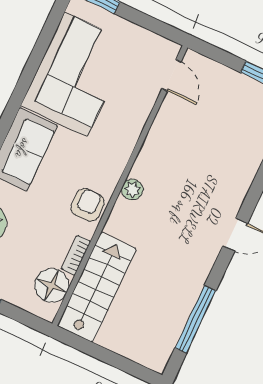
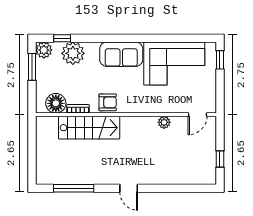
plant: (132, 190) -> (164, 122), moved
stairs: (97, 287) -> (89, 128), moved

